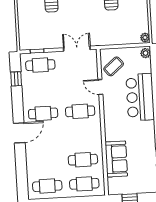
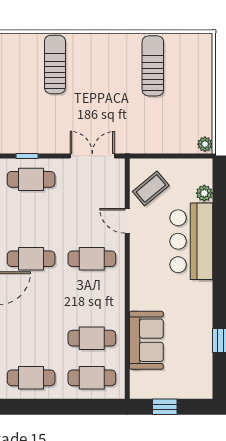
plant: (146, 53) -> (204, 193), moved

